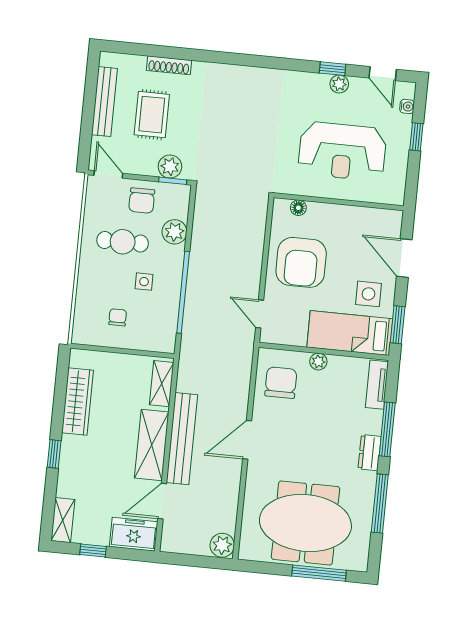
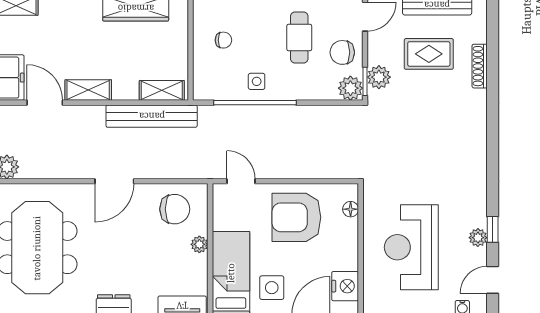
nightstand: (374, 221) -> (345, 286), added
plant: (174, 232) -> (350, 88), moved
side table: (144, 282) -> (257, 81), moved
door: (260, 314) -> (241, 181), hinge flipped
bench: (182, 439) -> (152, 116), moved
door: (247, 440) -> (114, 181), swing flipped
shelving: (152, 445) -> (88, 90), width x0.67, depth x0.75

